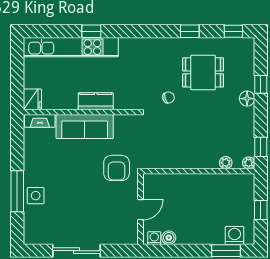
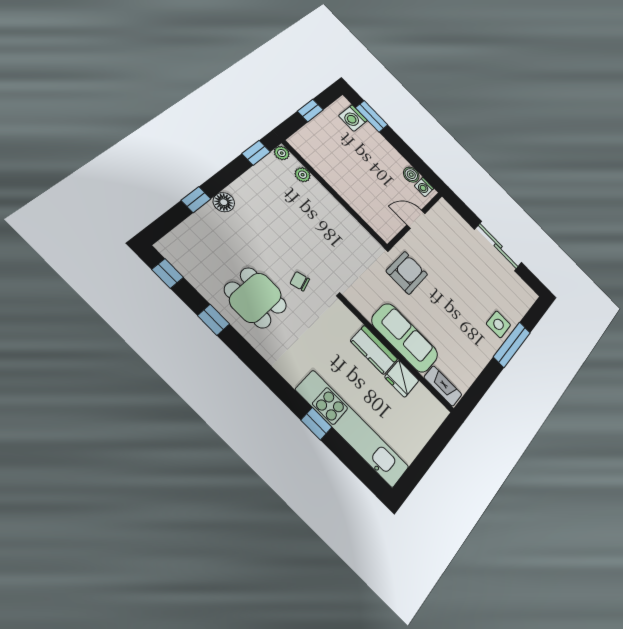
dining table: (203, 72) -> (256, 298), moved
fridge: (32, 99) -> (402, 379), moved, turned -90

